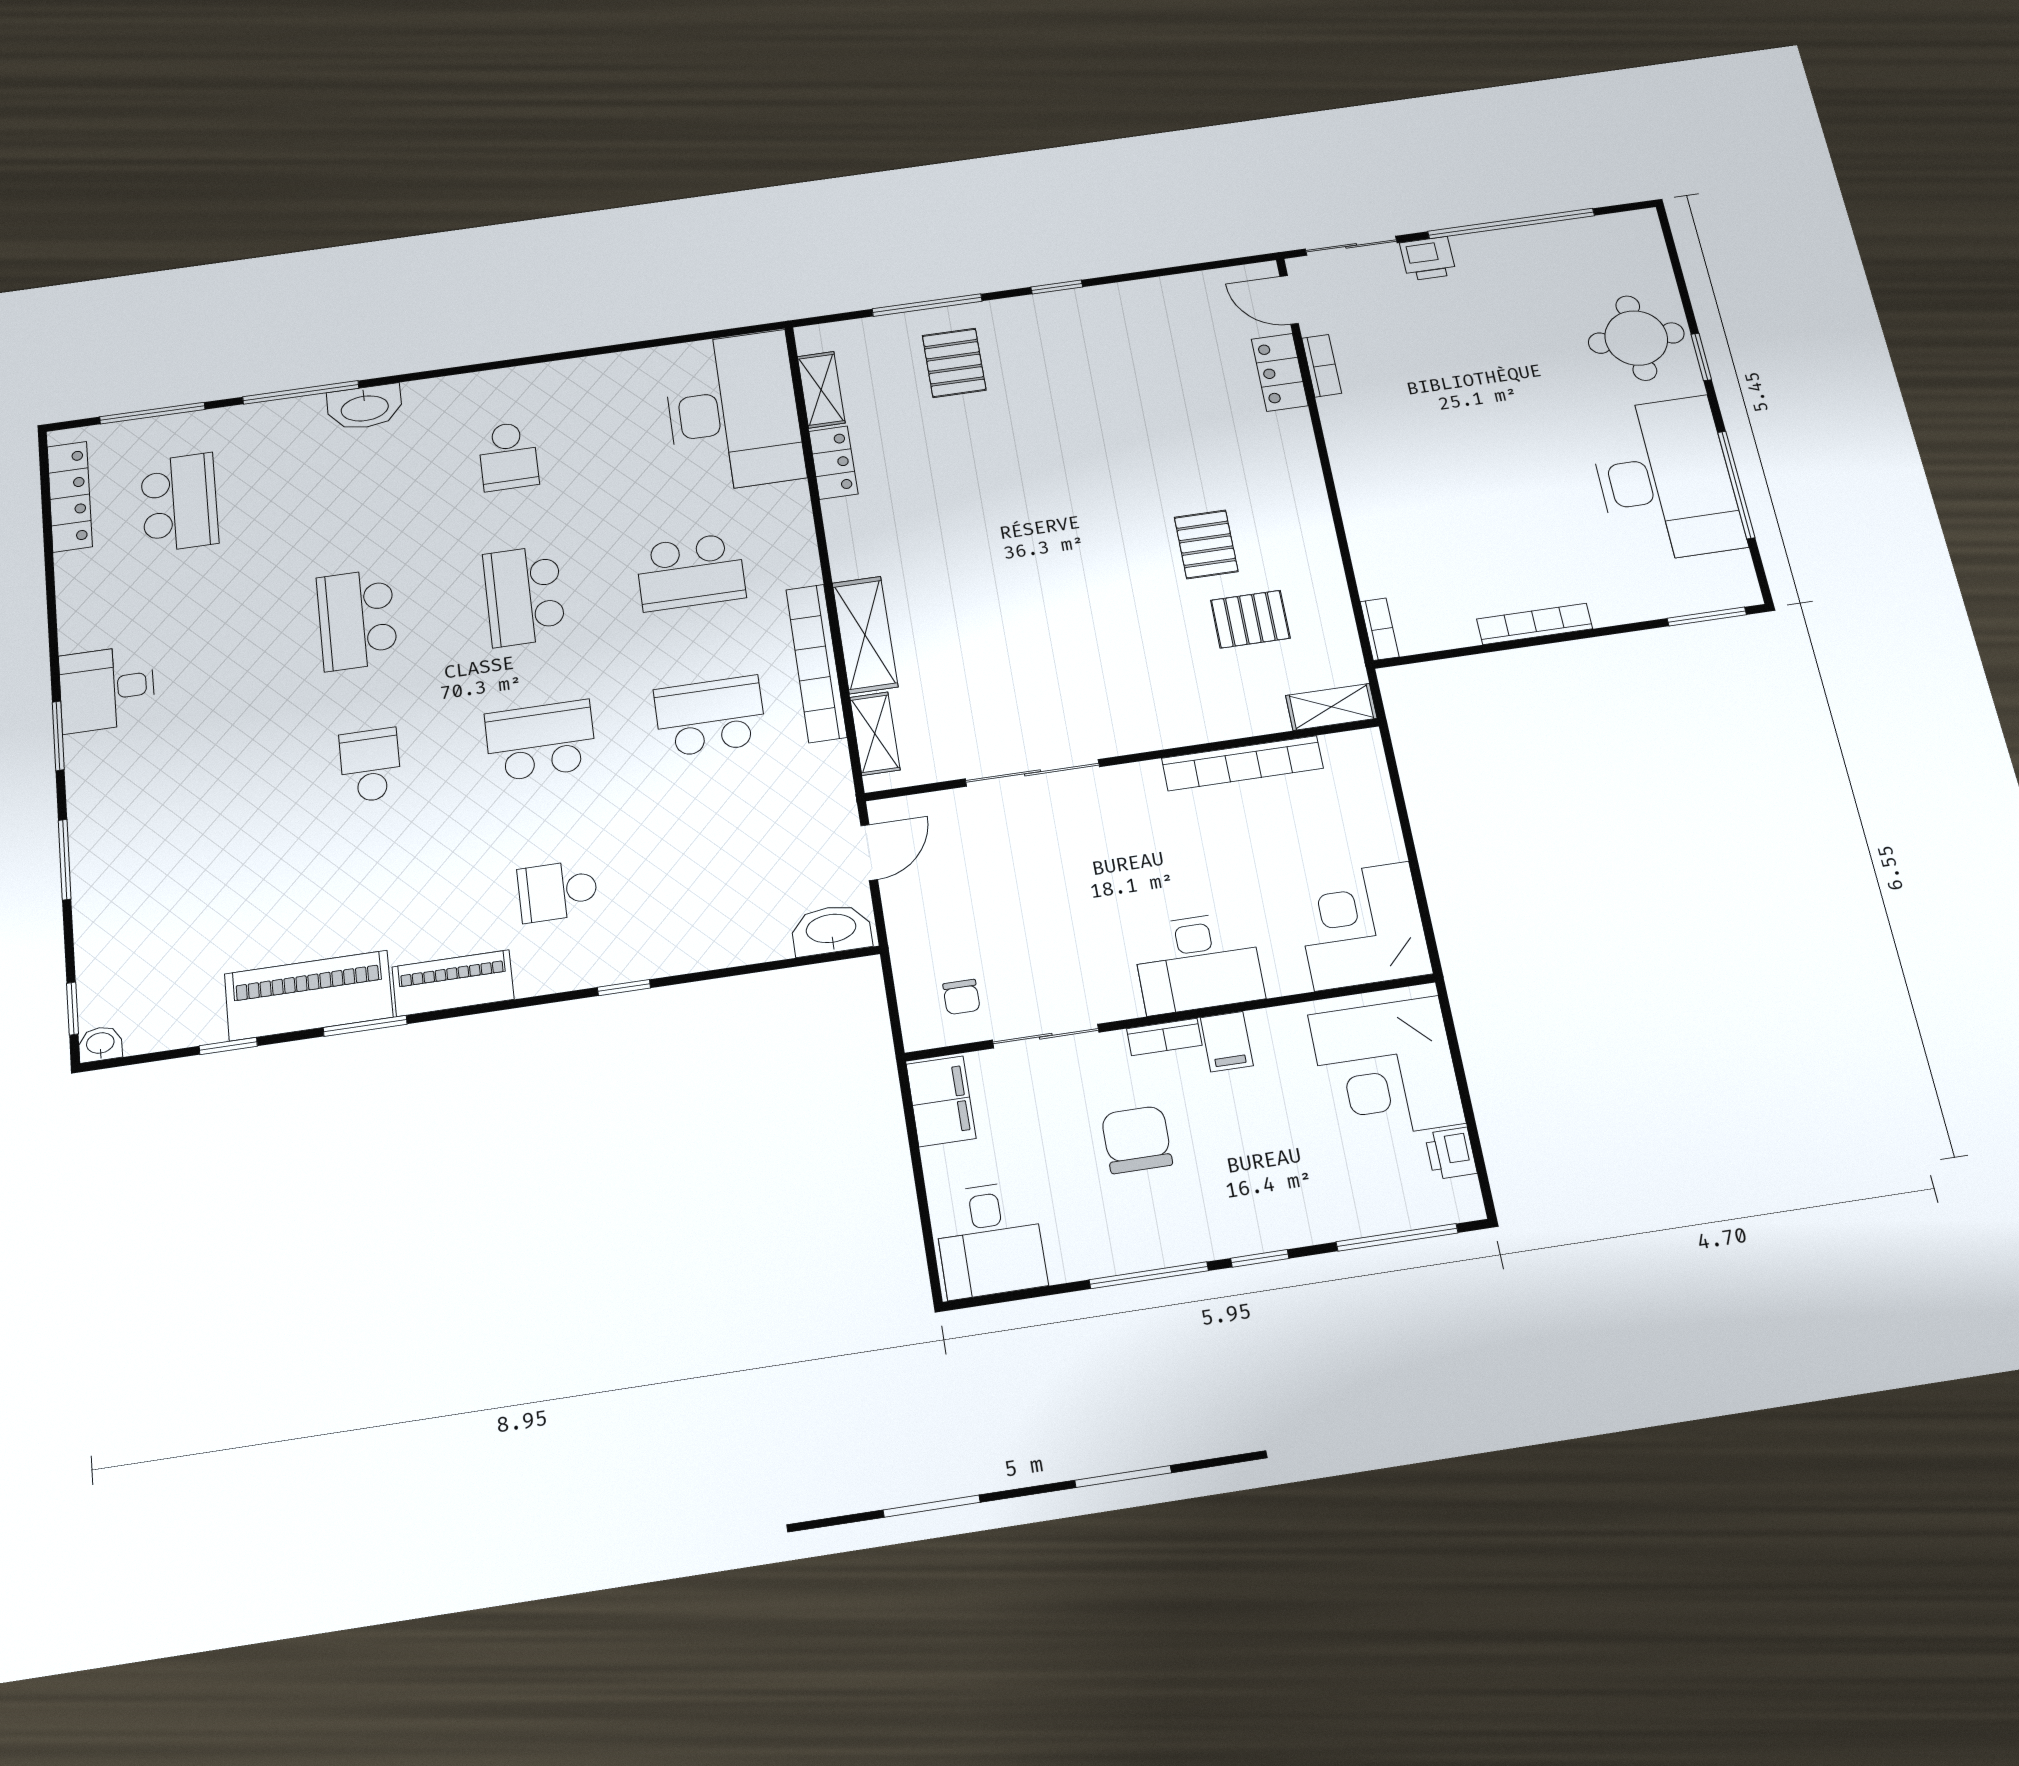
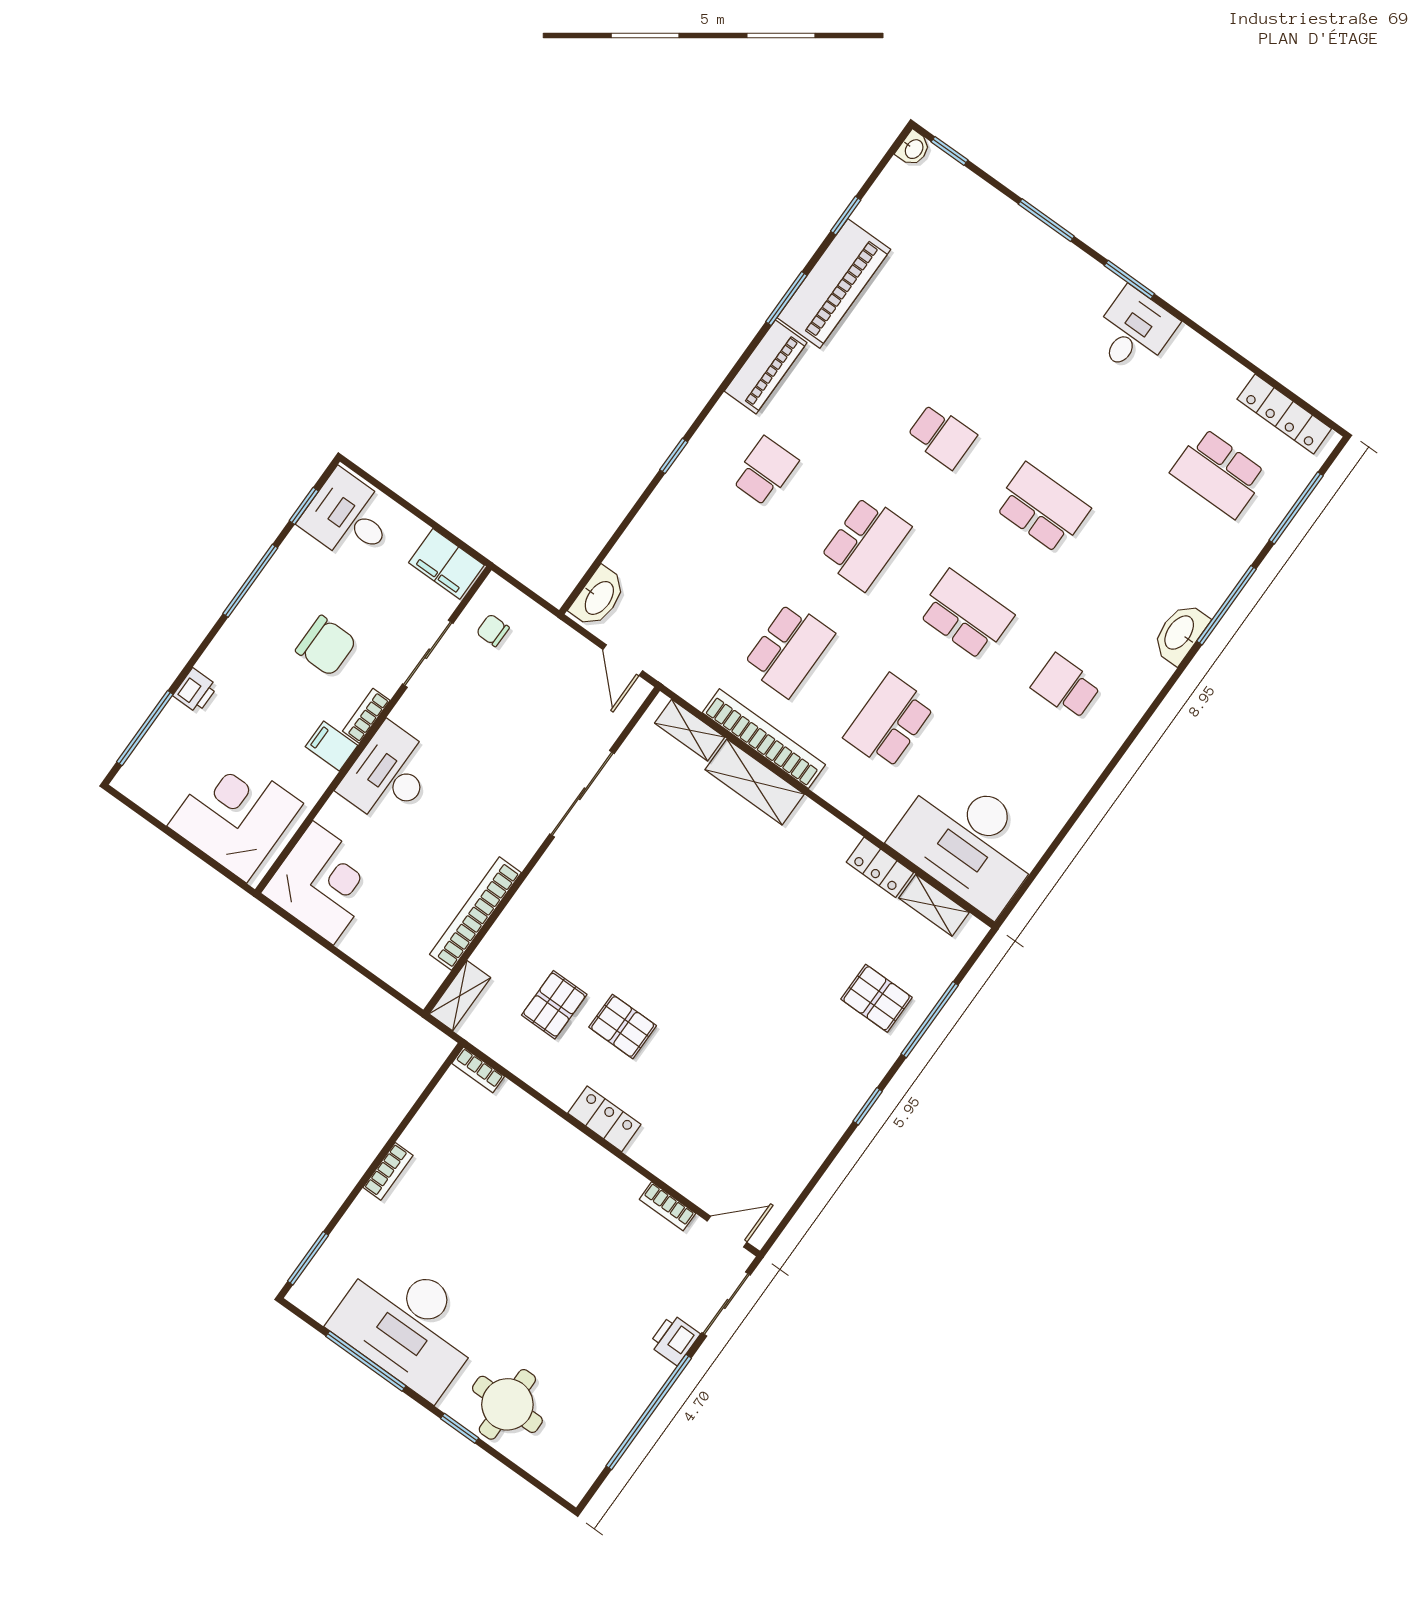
locker: (1280, 372) -> (604, 1119), moved
bookcase: (1535, 624) -> (388, 1171), width x0.64
printer: (1451, 1153) -> (195, 691), moved, turned 90
window: (1260, 1258) -> (304, 506), moved

